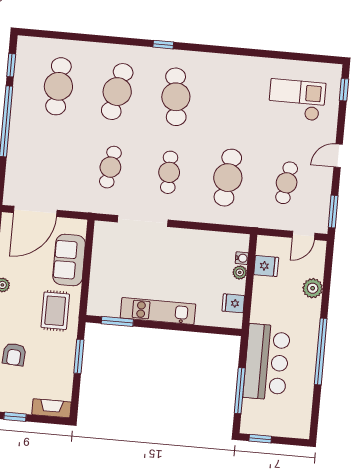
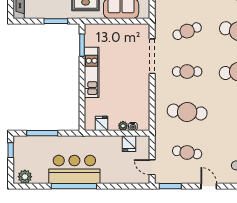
cafe table: (110, 167) -> (187, 31), turned -30
plant: (313, 288) -> (25, 177), moved
bar counter: (267, 362) -> (74, 169), moved, turned 180

